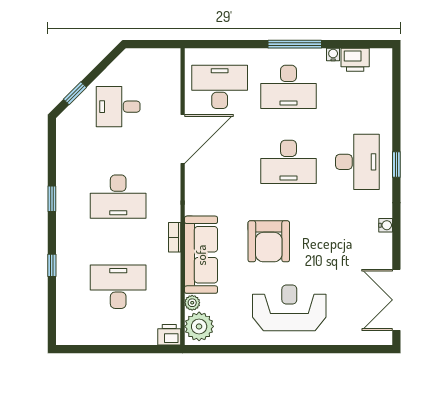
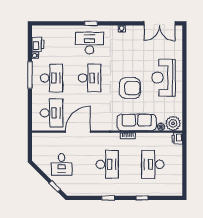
desk: (220, 87) -> (52, 113), turned 180
door: (183, 139) -> (78, 132), hinge flipped

